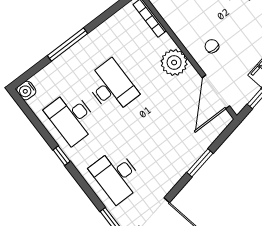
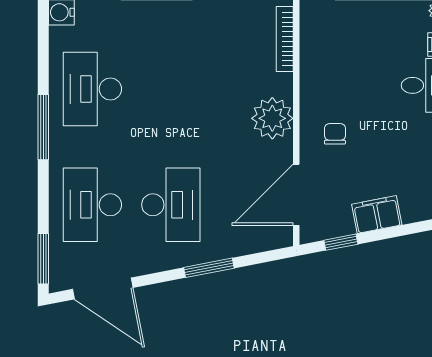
desk: (111, 87) -> (171, 205), moved
window: (62, 156) -> (43, 127), width x2.17

